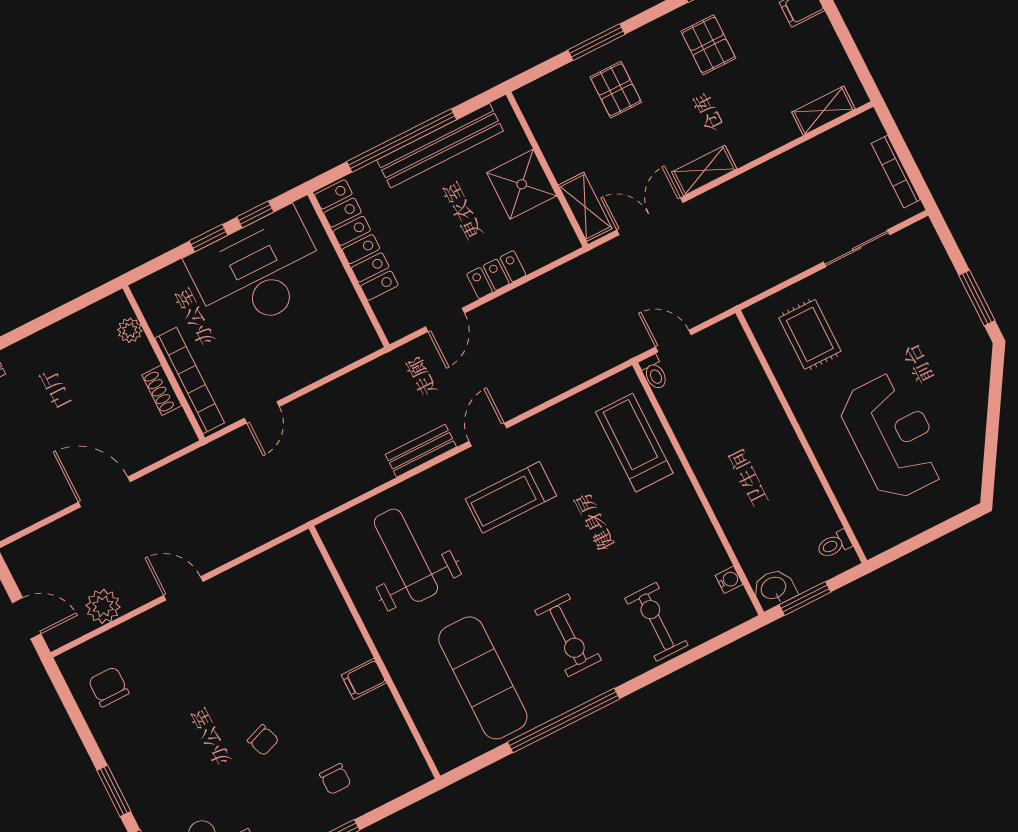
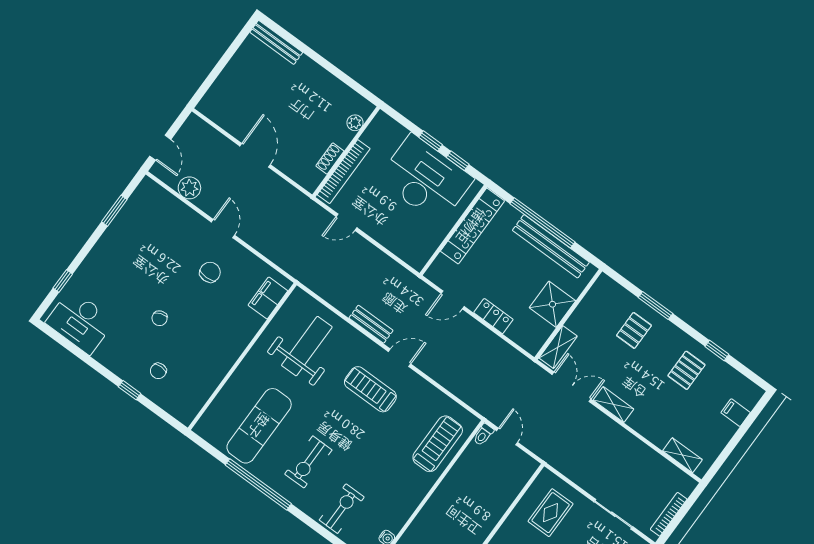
filing cabinet: (364, 679) -> (268, 298), moved, width x2.00
chair: (109, 687) -> (210, 272), moved
window: (114, 791) -> (114, 211), moved

